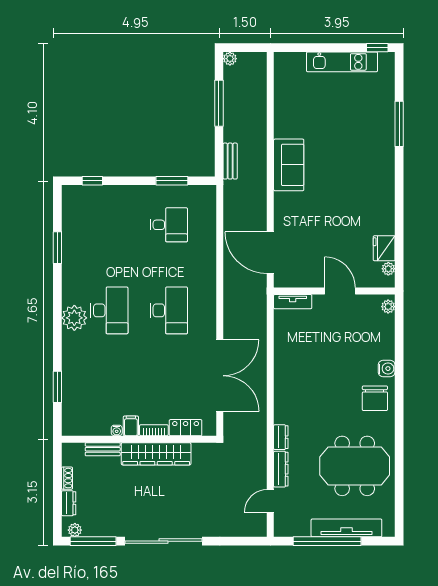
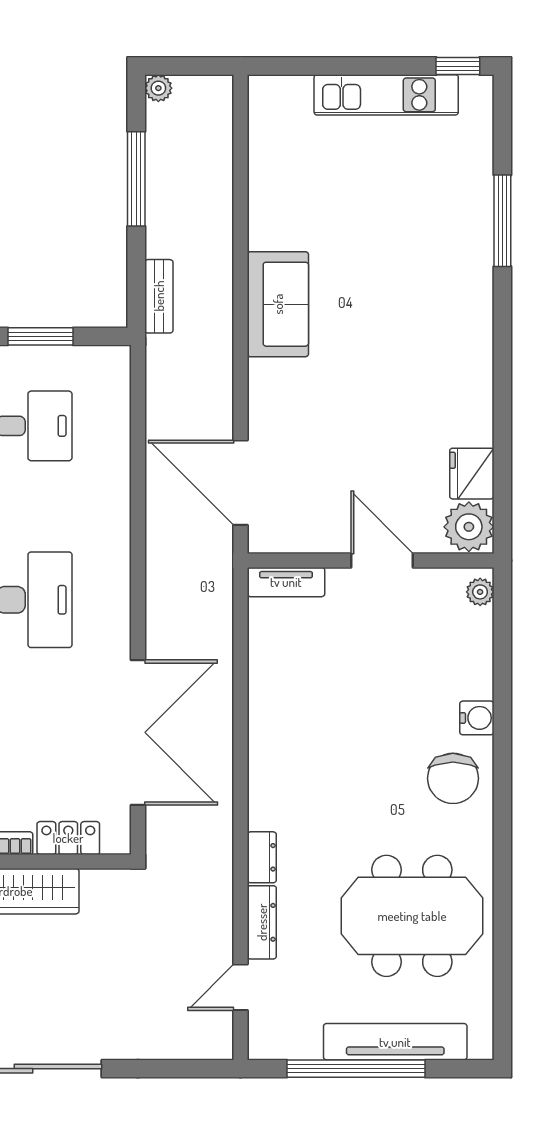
plant: (388, 269) -> (469, 527), width x1.87, depth x1.87

